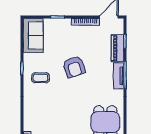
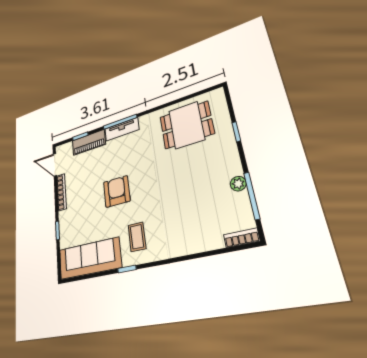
sofa: (33, 35) -> (89, 259), width x1.36
armchair: (74, 67) -> (117, 191), turned -71

